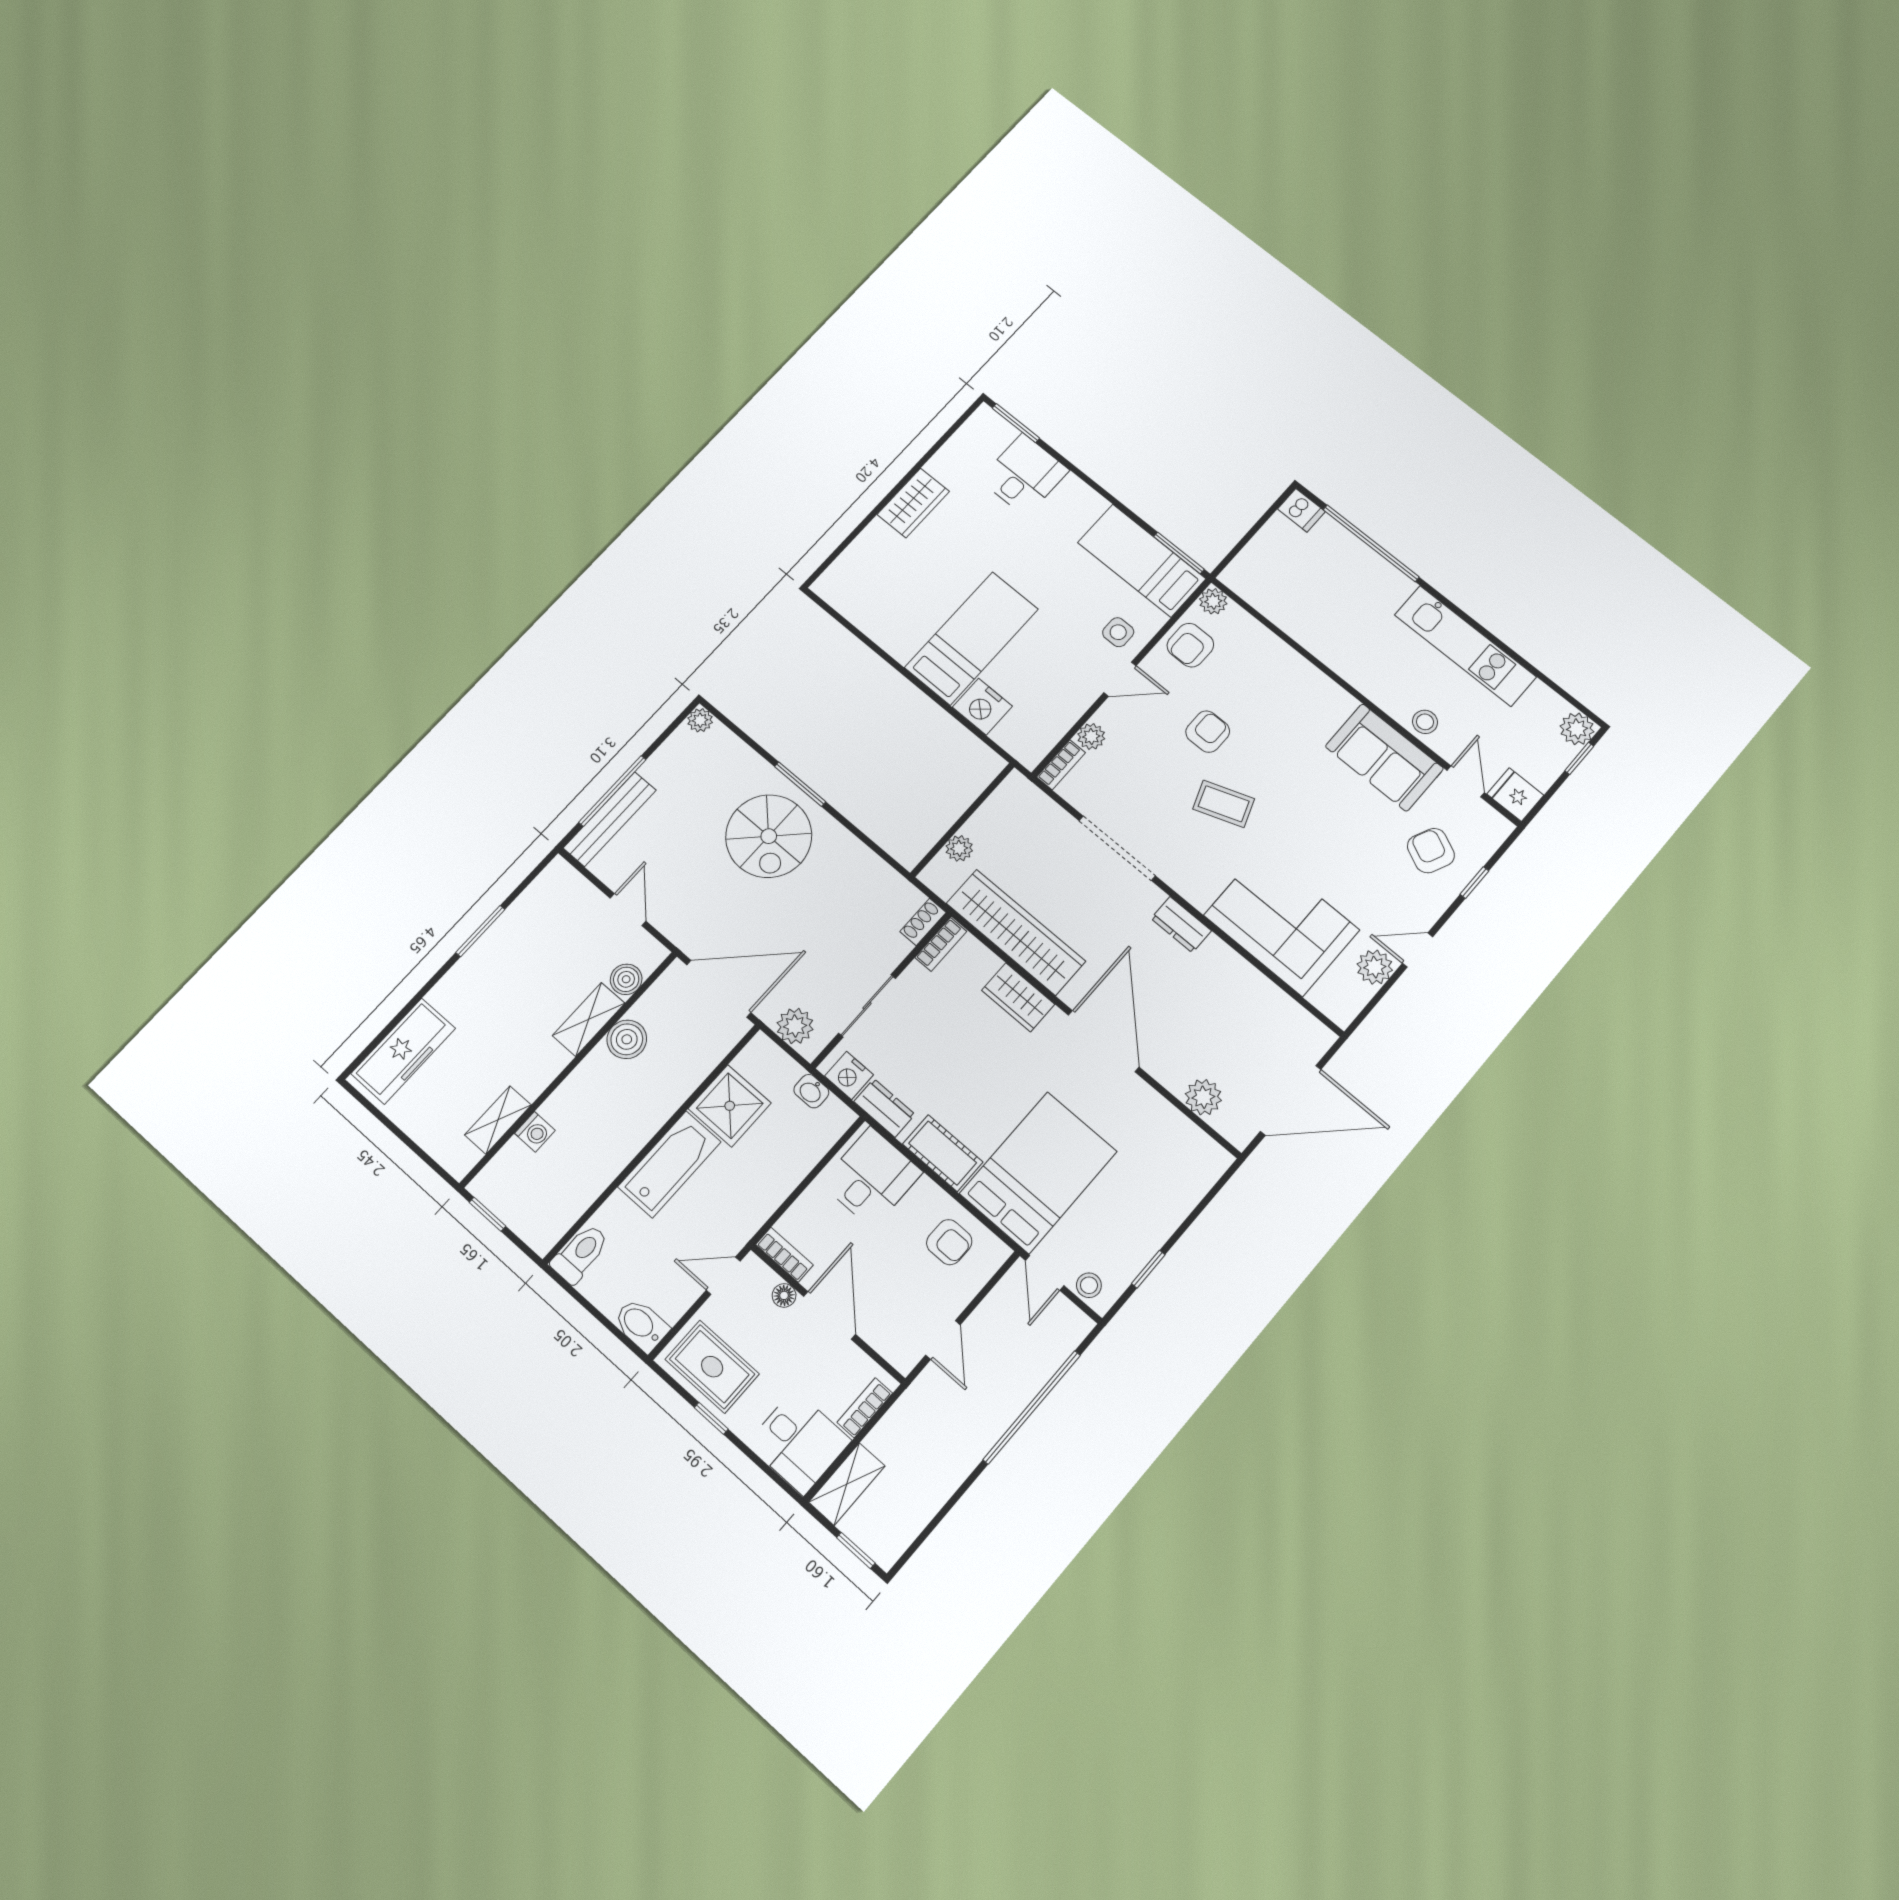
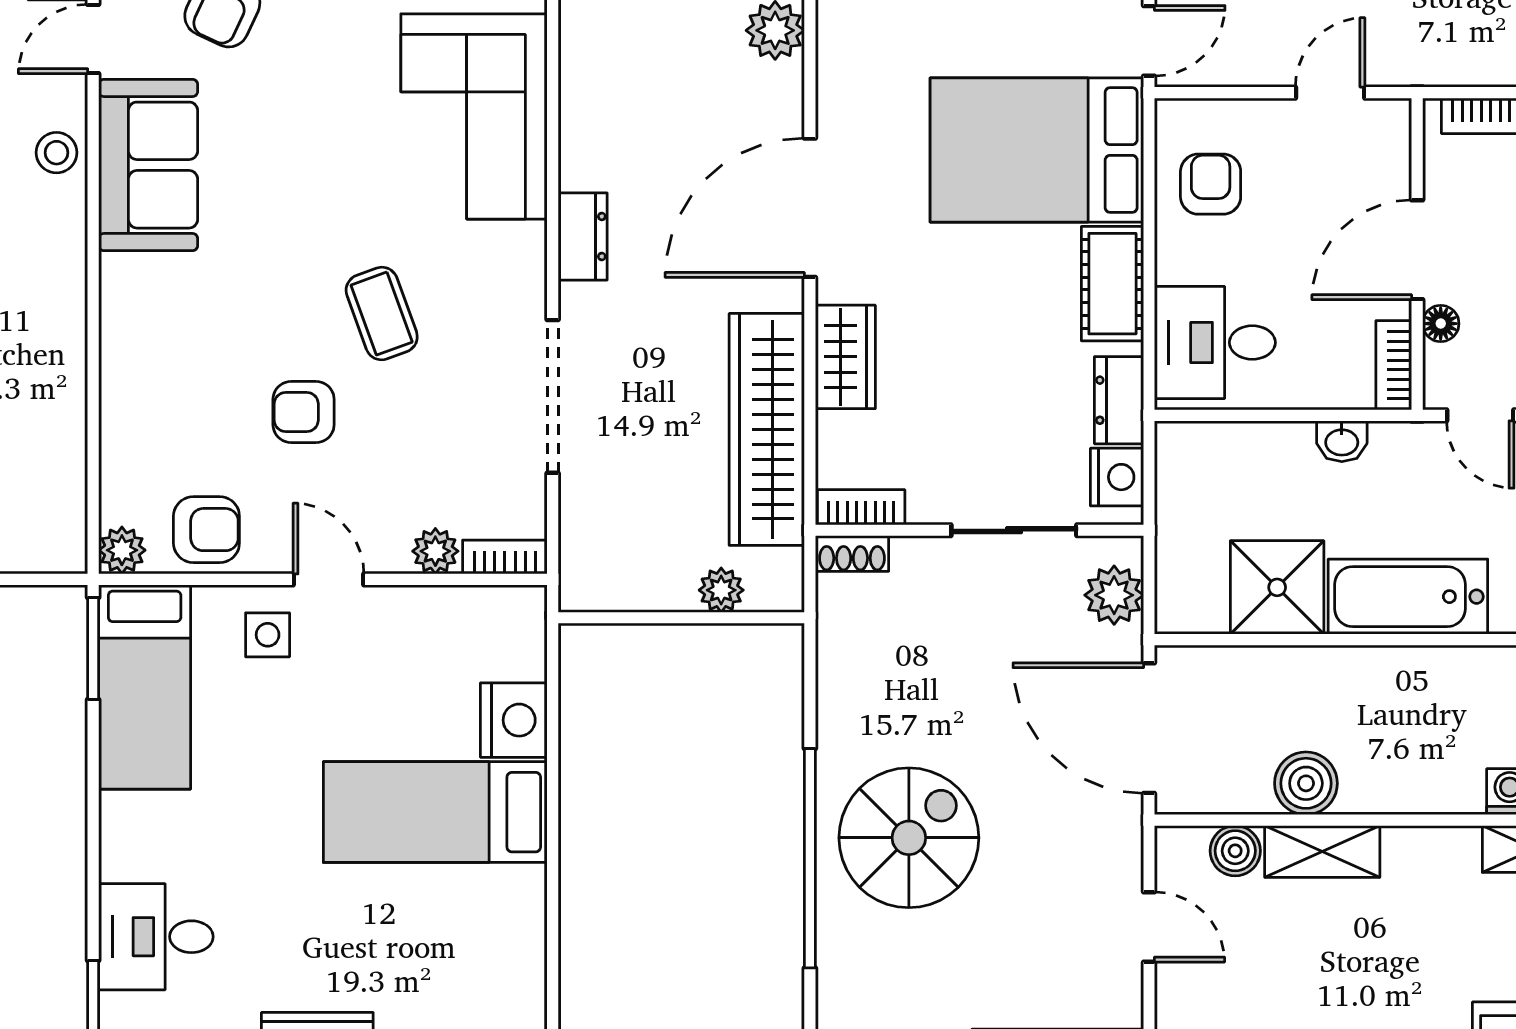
window: (800, 784) -> (810, 858), width x2.11
door: (628, 910) -> (1149, 927), swing flipped
washbasin: (811, 1091) -> (1342, 441), moved, turned 90

